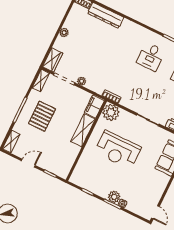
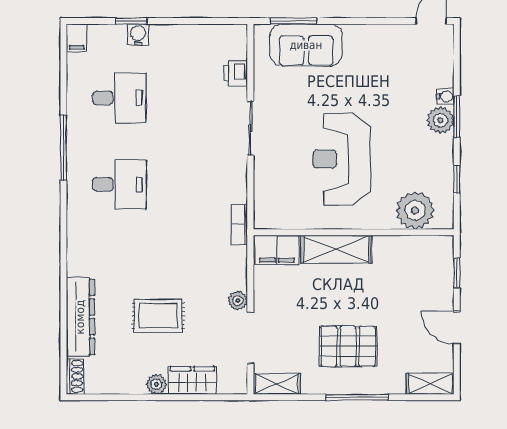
rug: (91, 47) -> (158, 316), added
wardrobe: (53, 60) -> (192, 380), moved
plant: (111, 112) -> (415, 210), moved
reception desk: (118, 150) -> (341, 159), turned 180

